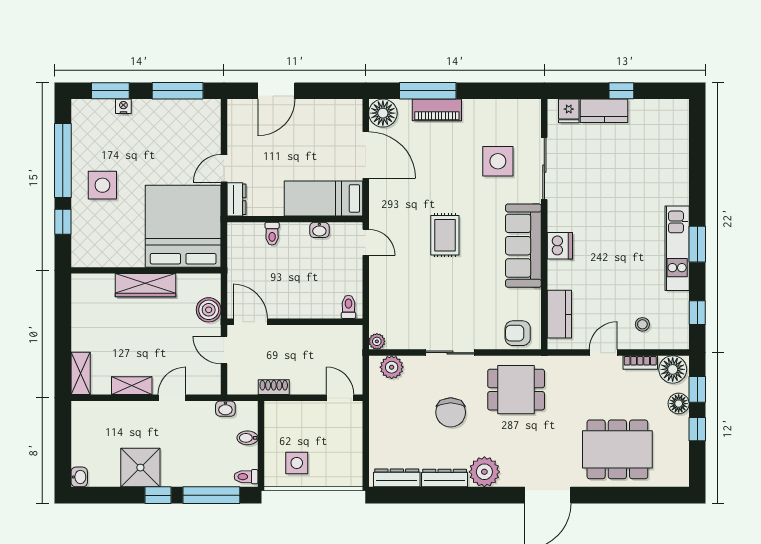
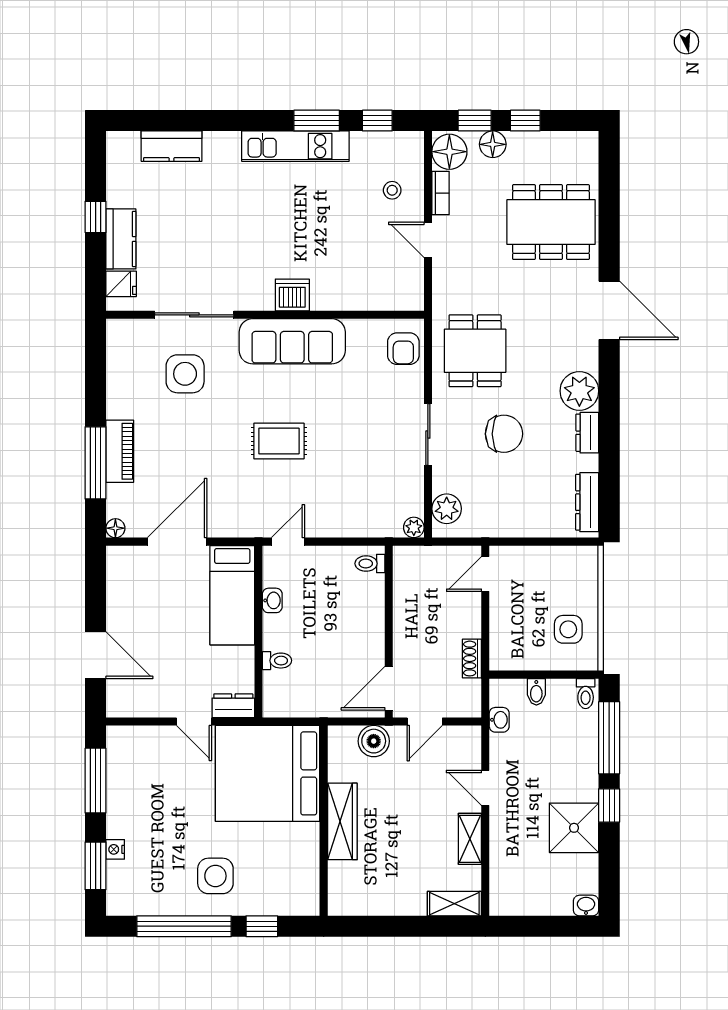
floor lamp: (383, 113) -> (115, 528), width x0.53, depth x0.53
window: (697, 244) -> (317, 121), moved
kitchen counter: (559, 314) -> (172, 146), moved, turned 180
dining table: (617, 449) -> (551, 222), turned 90
dresser: (445, 478) -> (587, 433), width x0.70

